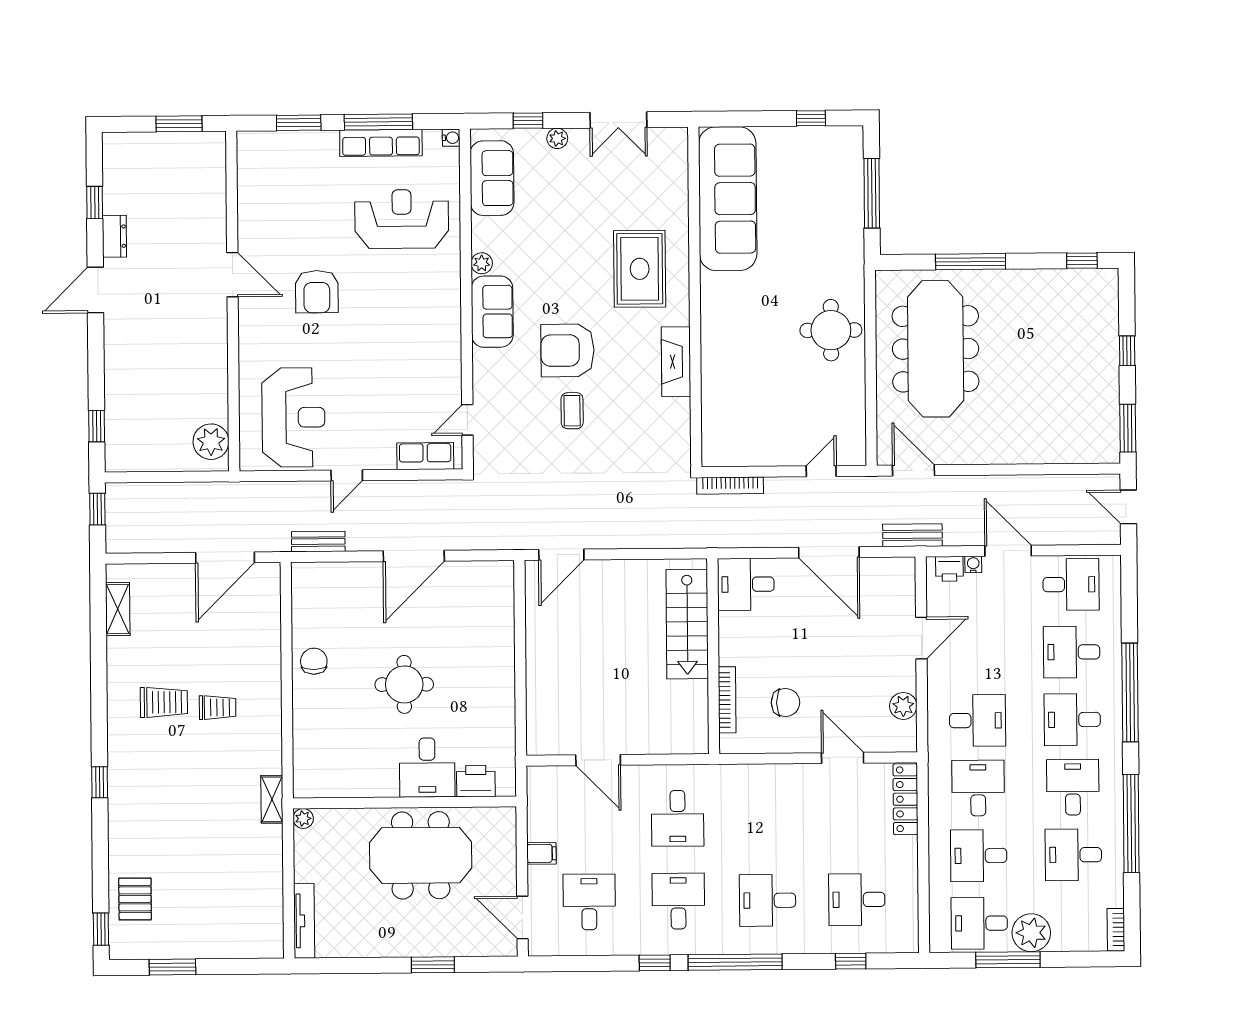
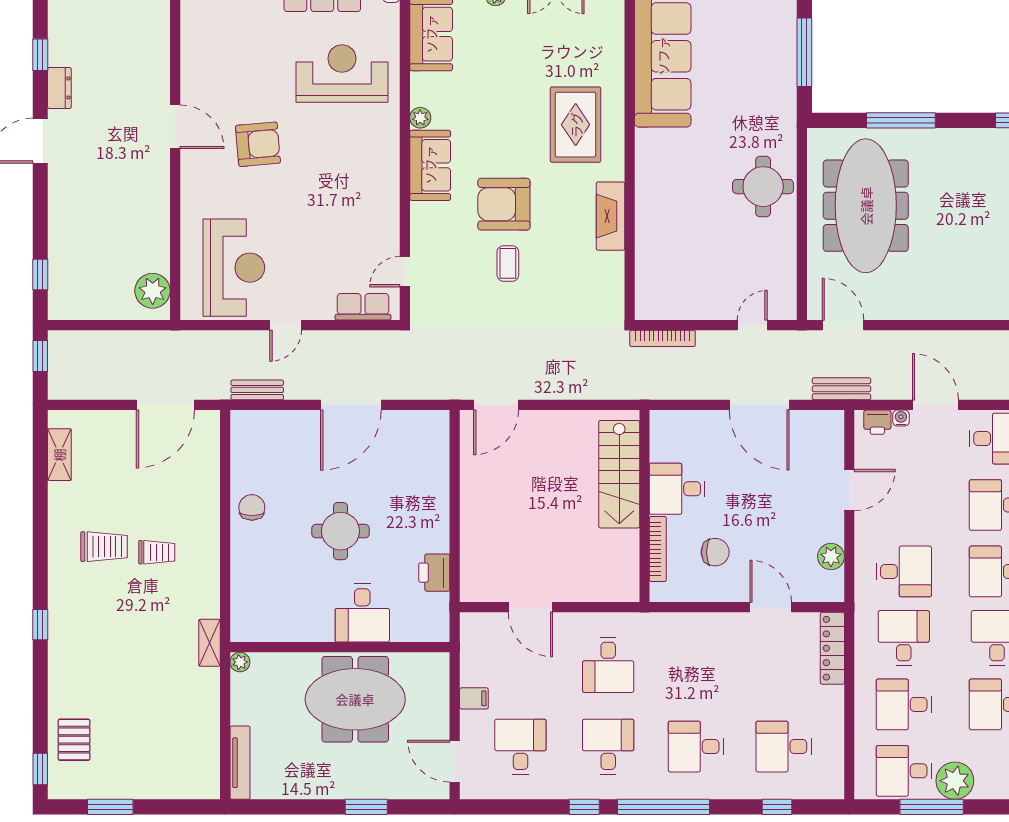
armchair: (317, 292) -> (258, 144), turned -95
desk: (746, 584) -> (677, 489), moved
printer: (476, 781) -> (434, 573), moved, turned -90

